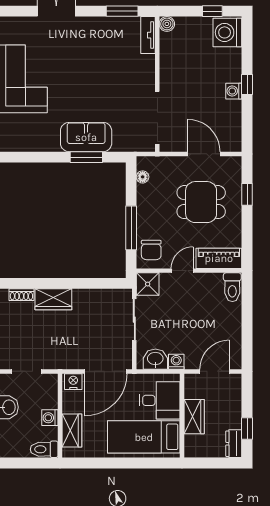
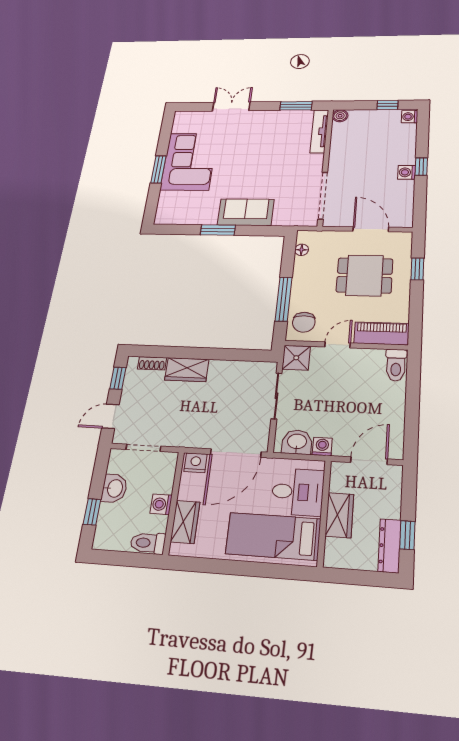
washing machine: (227, 32) -> (410, 117), width x0.53, depth x0.53
tv unit: (148, 35) -> (319, 131), width x1.41
window: (86, 157) -> (218, 230), moved
dresser: (234, 444) -> (390, 546), width x1.44

